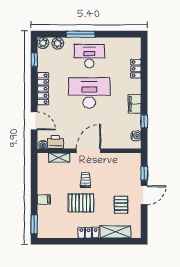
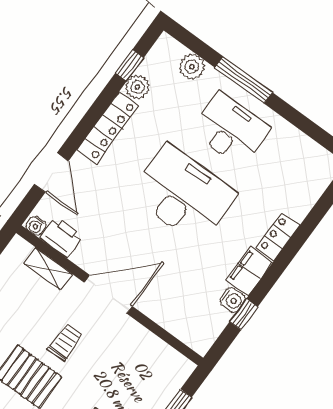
plant: (43, 43) -> (137, 87), moved
locker: (136, 69) -> (278, 237), moved
water cooler: (136, 136) -> (232, 300), moved

